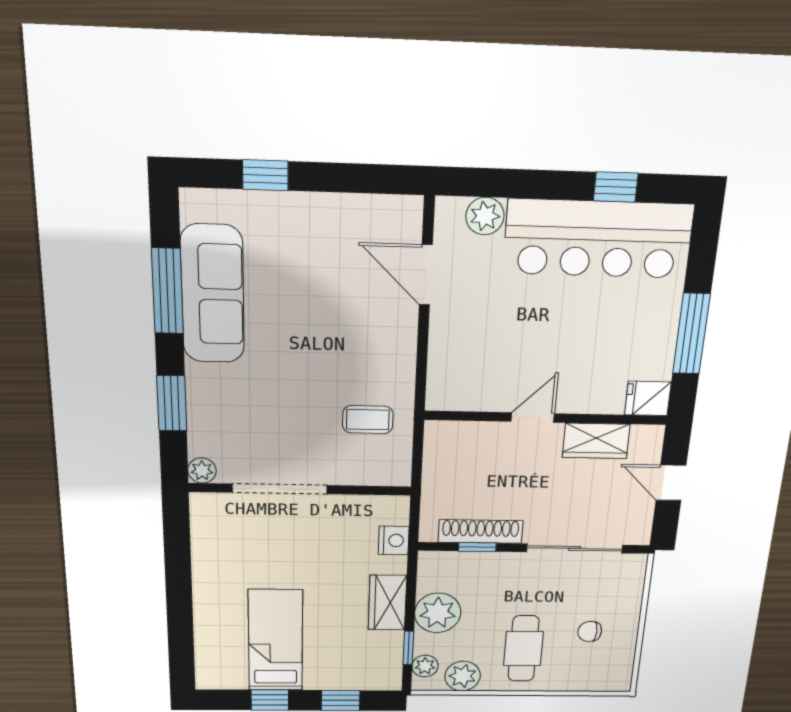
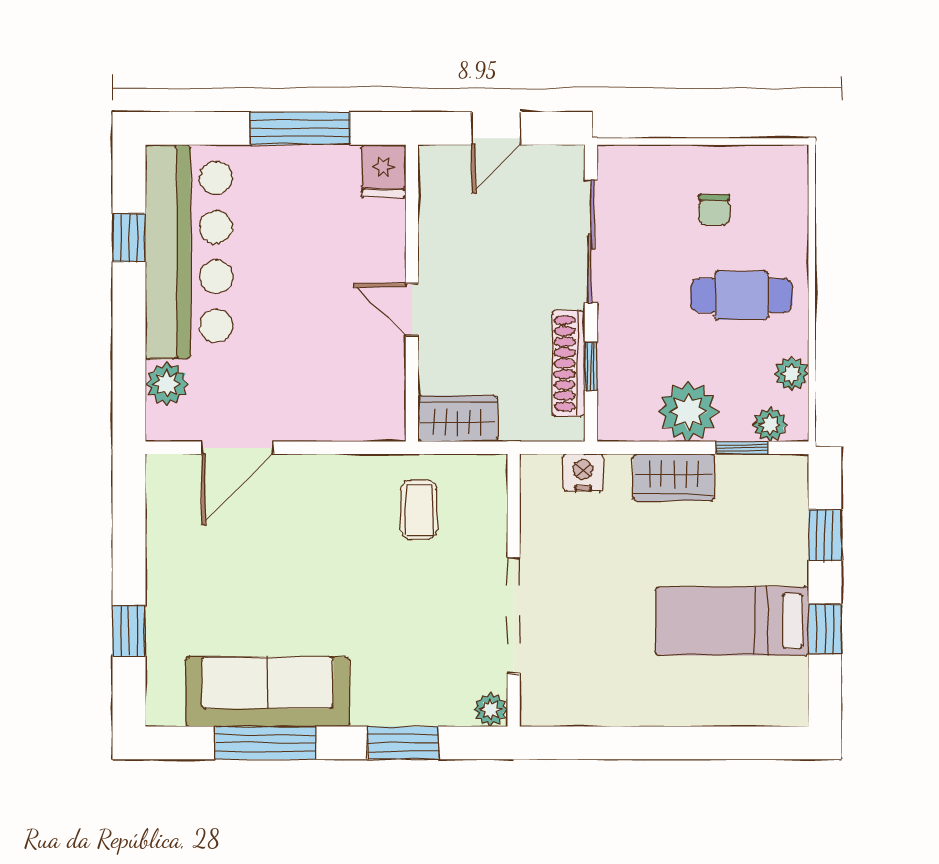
wardrobe: (596, 441) -> (458, 419), moved, turned -90
plant: (463, 676) -> (792, 374), width x0.73, depth x0.73

